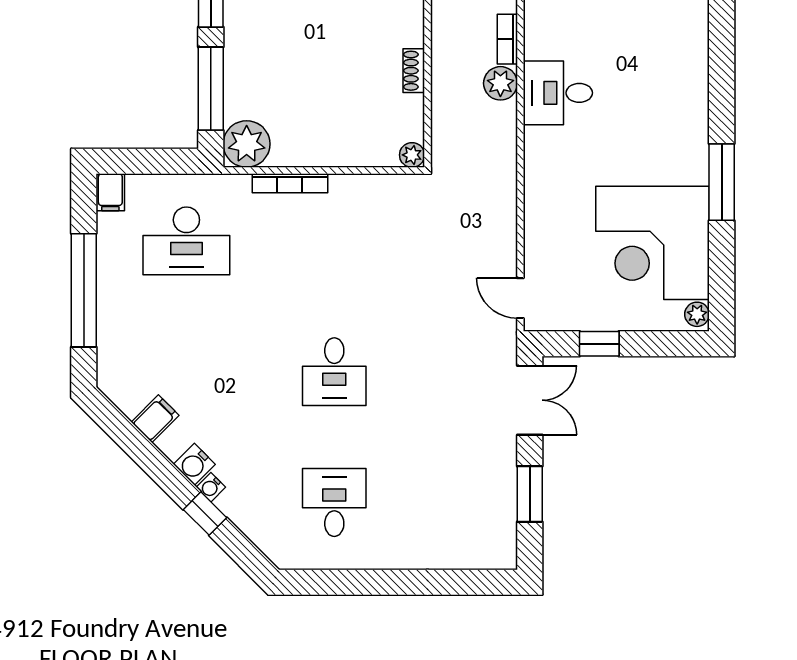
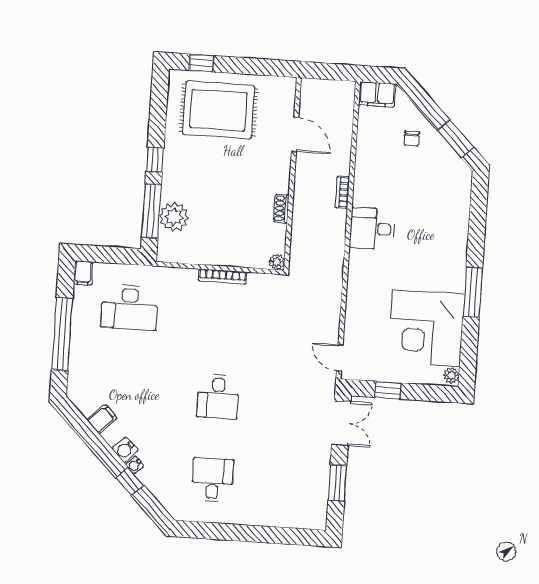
plant: (500, 83) -> (336, 220), removed
plant: (247, 144) -> (174, 217), moved
bookcase: (290, 183) -> (223, 276), moved

